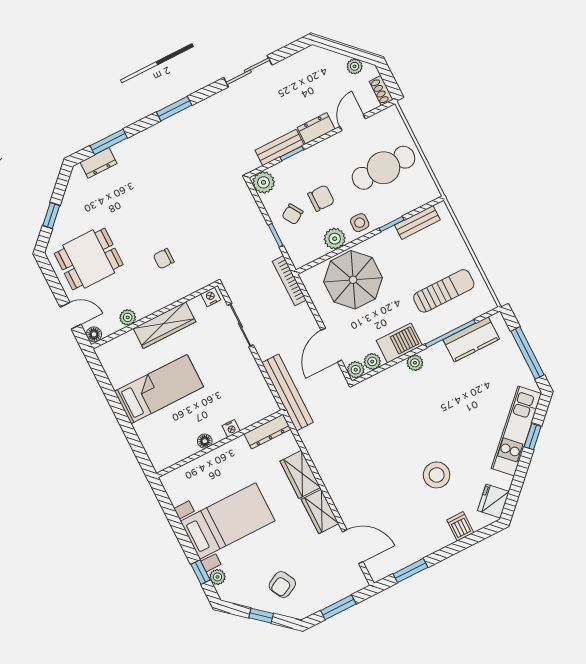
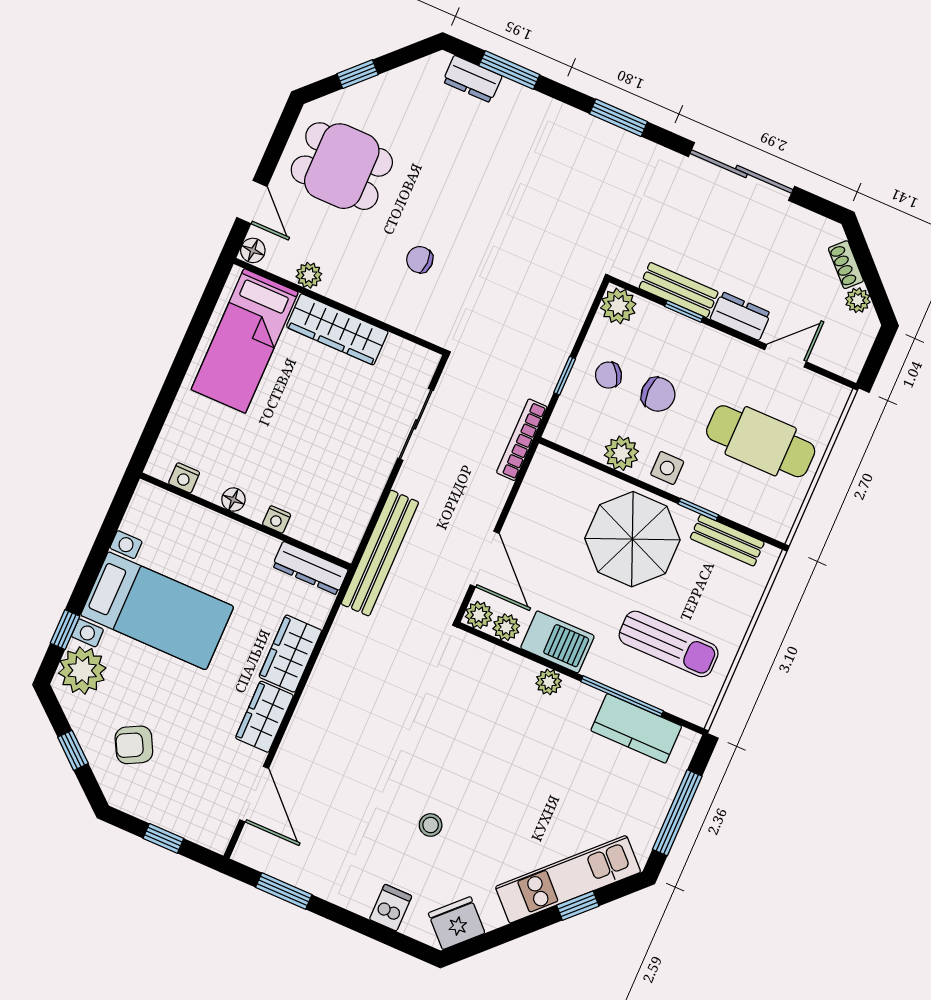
sliding door: (248, 71) -> (741, 171), width x1.37
shoe rack: (381, 90) -> (846, 265), moved, turned -45
parasol: (353, 280) -> (632, 539), moved
nightstand: (211, 297) -> (184, 478), moved, turned 180
door: (331, 345) -> (485, 559), swing flipped
bed: (159, 389) -> (245, 341), moved, turned 90
stool: (437, 475) -> (431, 825), width x0.53, depth x0.53
plant: (217, 577) -> (82, 670), width x1.88, depth x1.88
window: (338, 607) -> (163, 838), width x0.67

